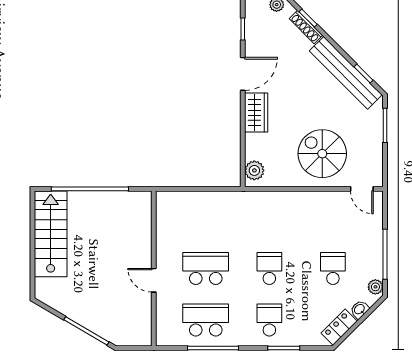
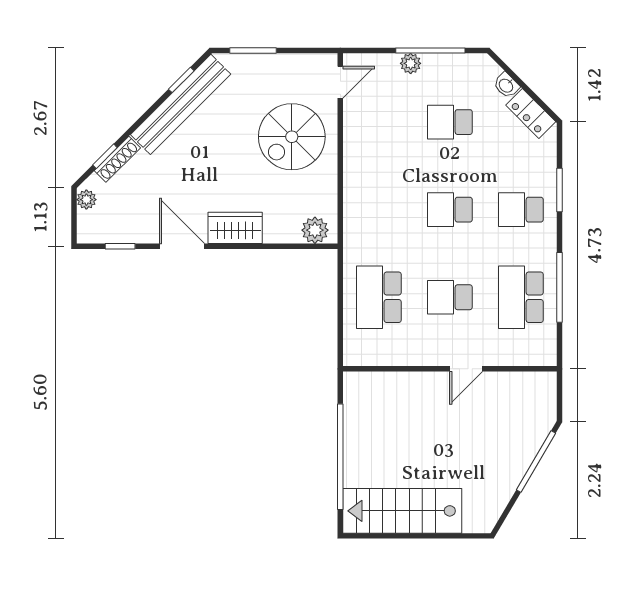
school desk: (206, 217) -> (379, 297), added
school desk: (206, 268) -> (450, 297), width x0.54
plant: (375, 287) -> (411, 63), moved

